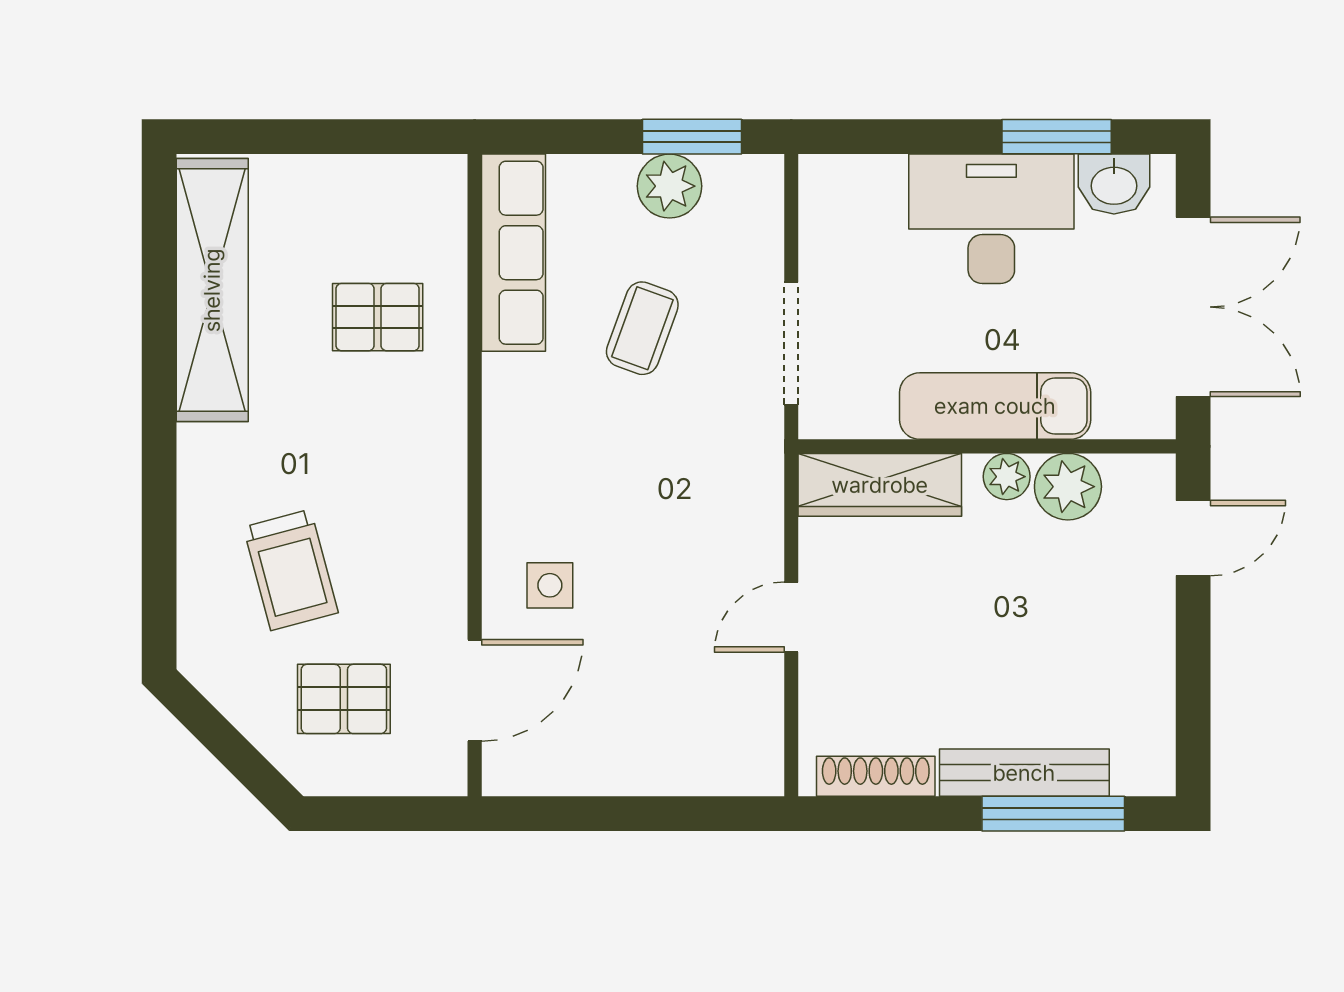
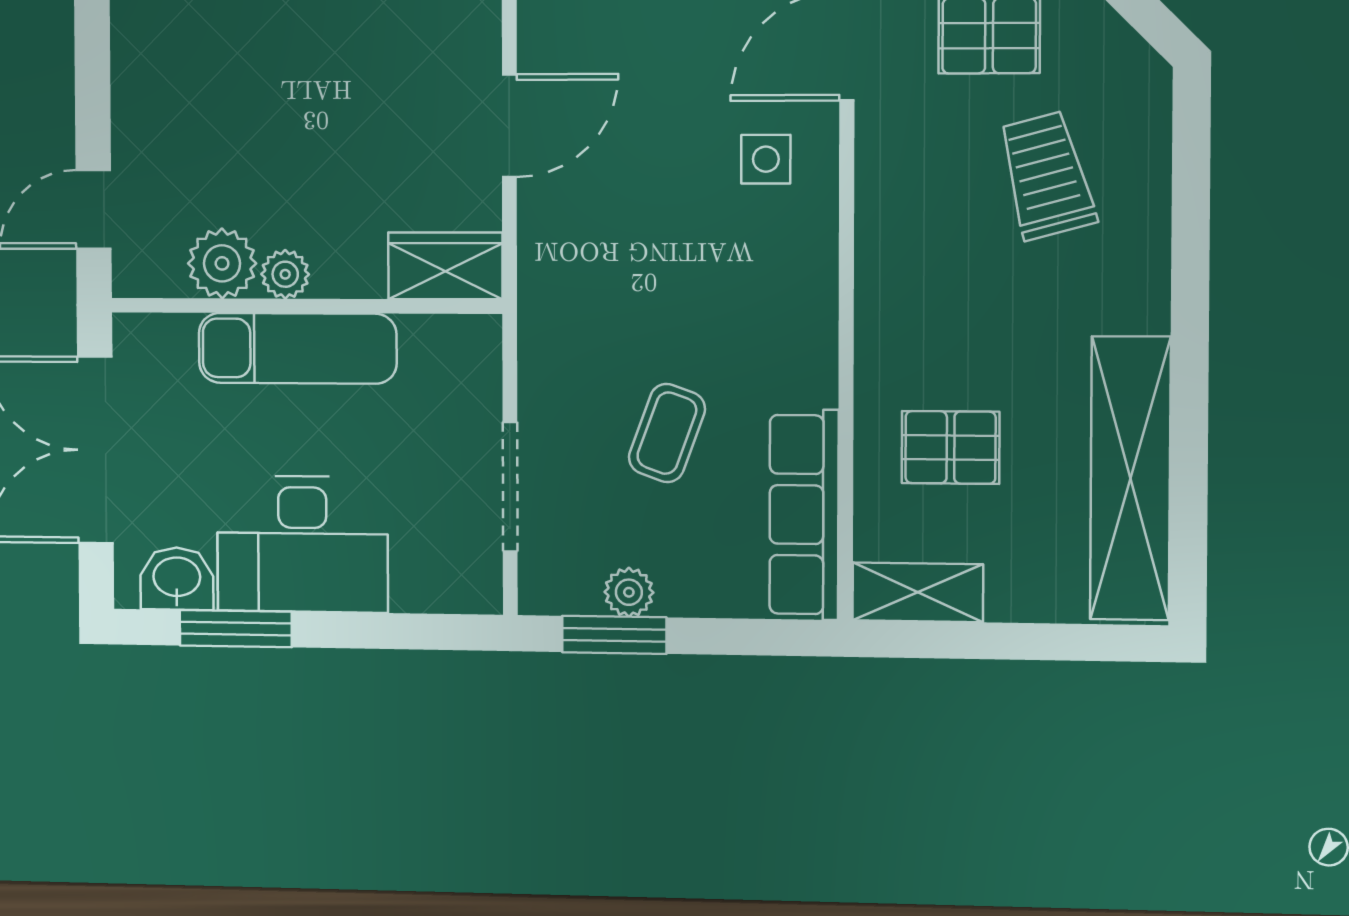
shelving: (407, 181) -> (918, 592), added
plant: (670, 186) -> (629, 592), width x0.73, depth x0.73
doorway: (791, 343) -> (510, 487), moved
wardrobe: (880, 485) -> (445, 266), width x0.67
door: (791, 617) -> (509, 126), width x1.38

